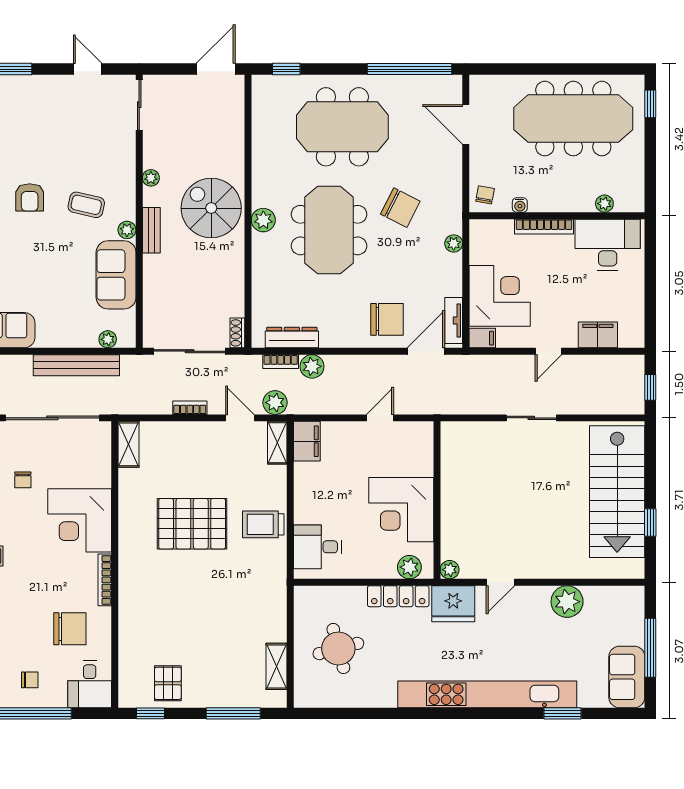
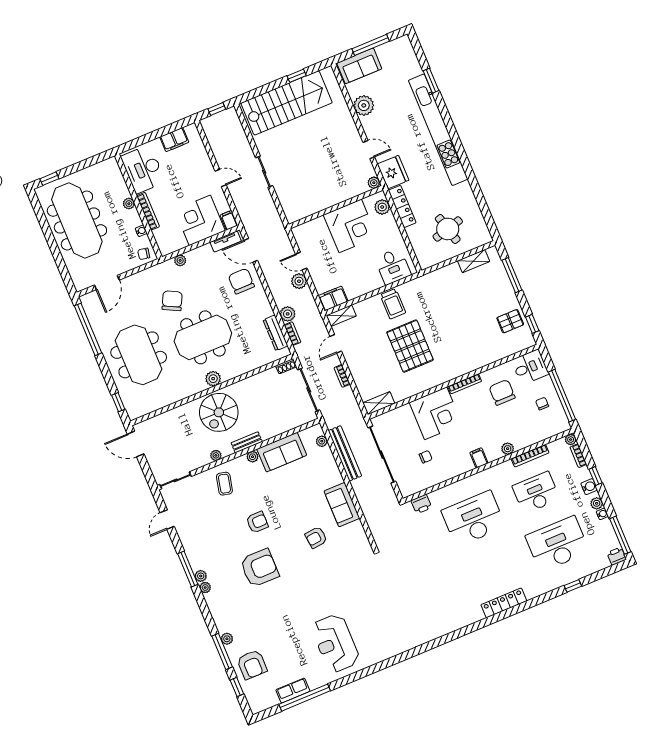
plant: (604, 204) -> (129, 204), moved
coffee table: (86, 205) -> (224, 484), moved
filing cabinet: (598, 335) -> (174, 140), moved, turned -90
plant: (275, 403) -> (299, 281), moved
sofa: (627, 677) -> (359, 66), moved

